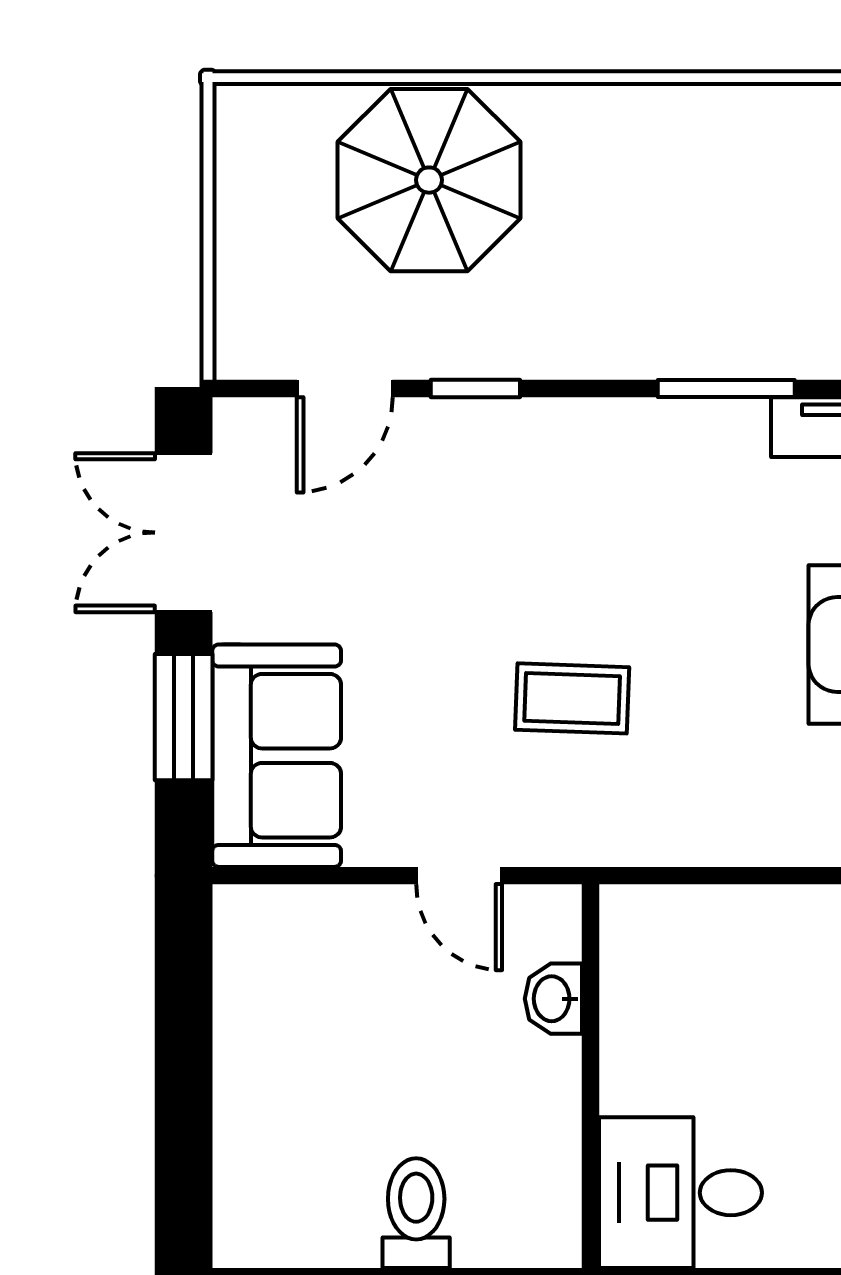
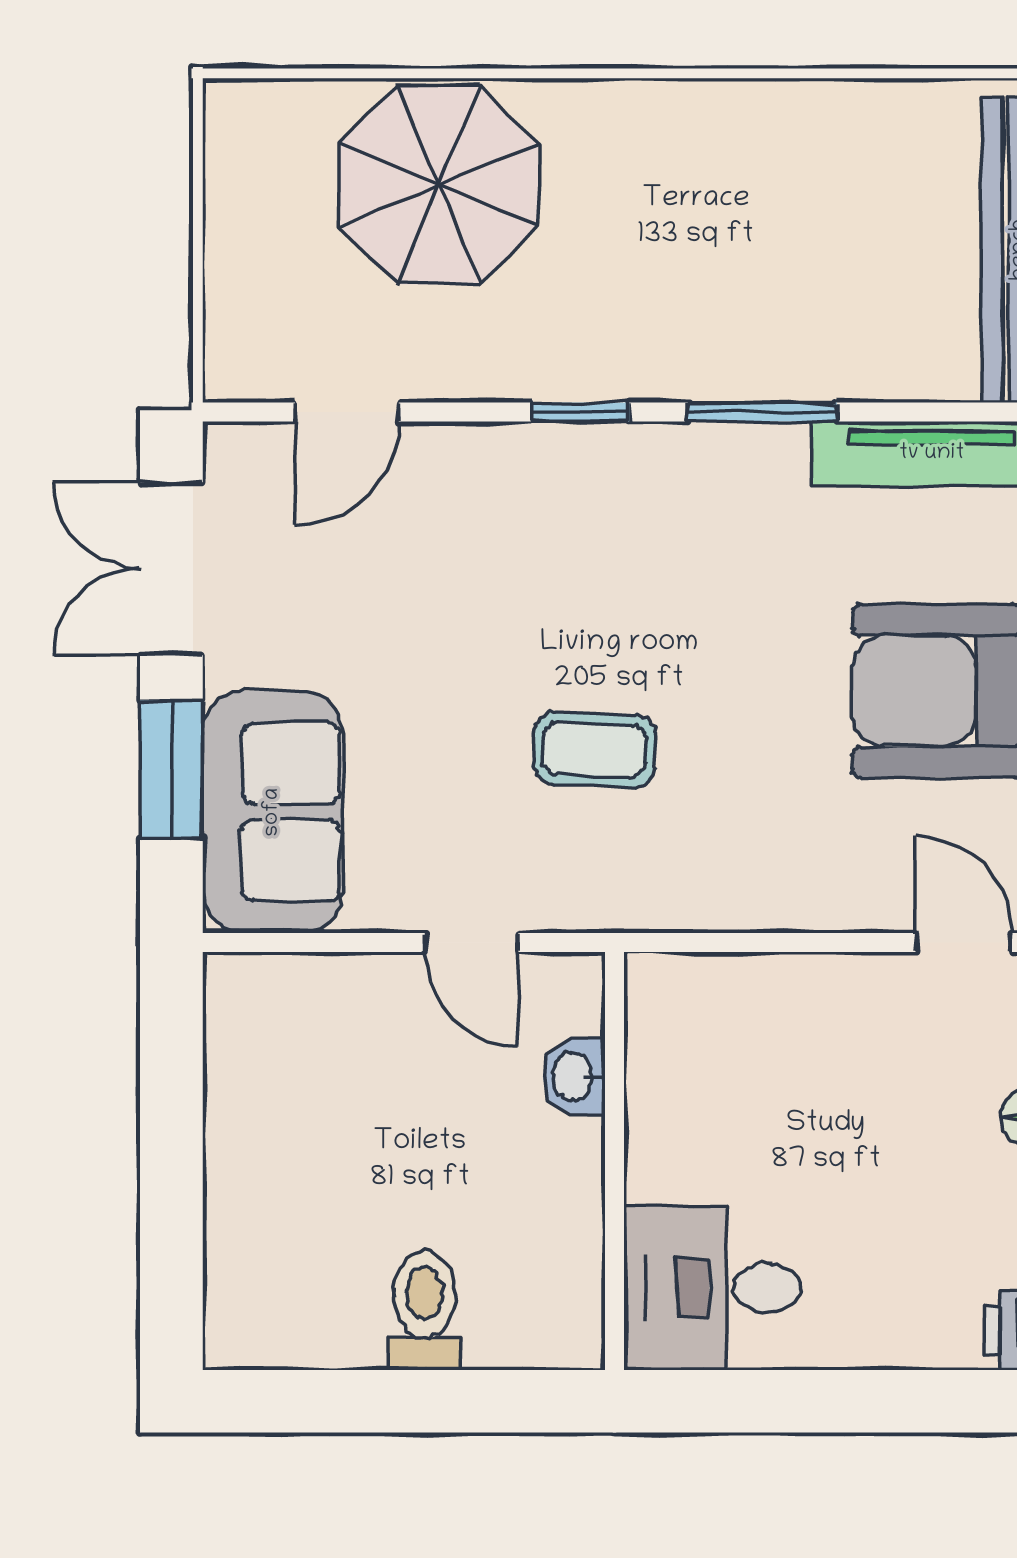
window: (475, 389) -> (580, 412), moved

